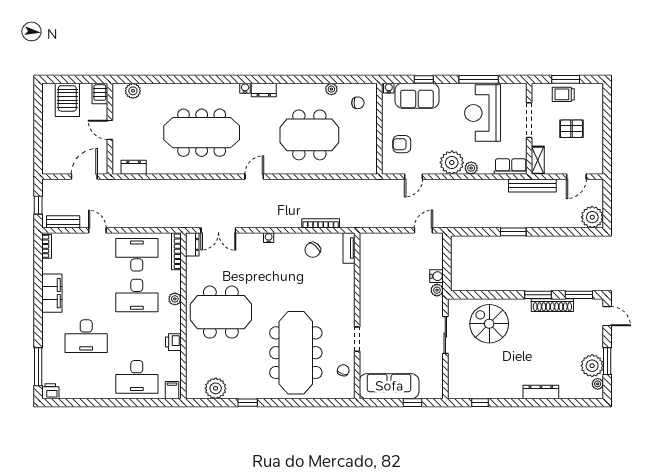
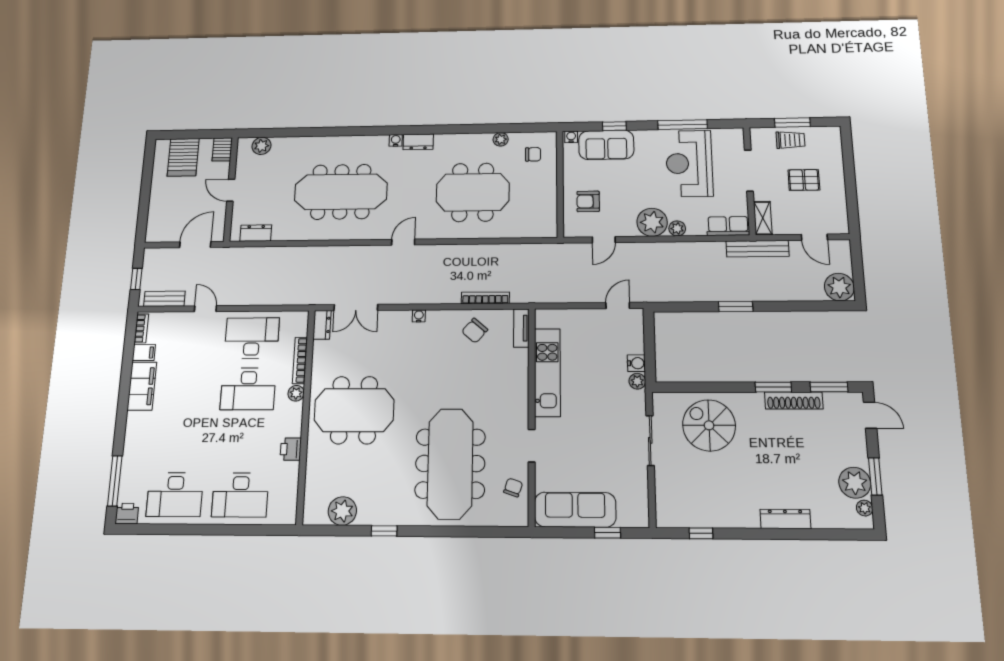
trolley: (563, 94) -> (791, 140), turned 180
door: (576, 177) -> (814, 237), hinge flipped
bookcase: (176, 251) -> (300, 360), moved
kitchen unit: (369, 283) -> (547, 372), added
desk: (86, 336) -> (175, 495), moved
filing cabinet: (172, 390) -> (144, 353), moved, turned 90

